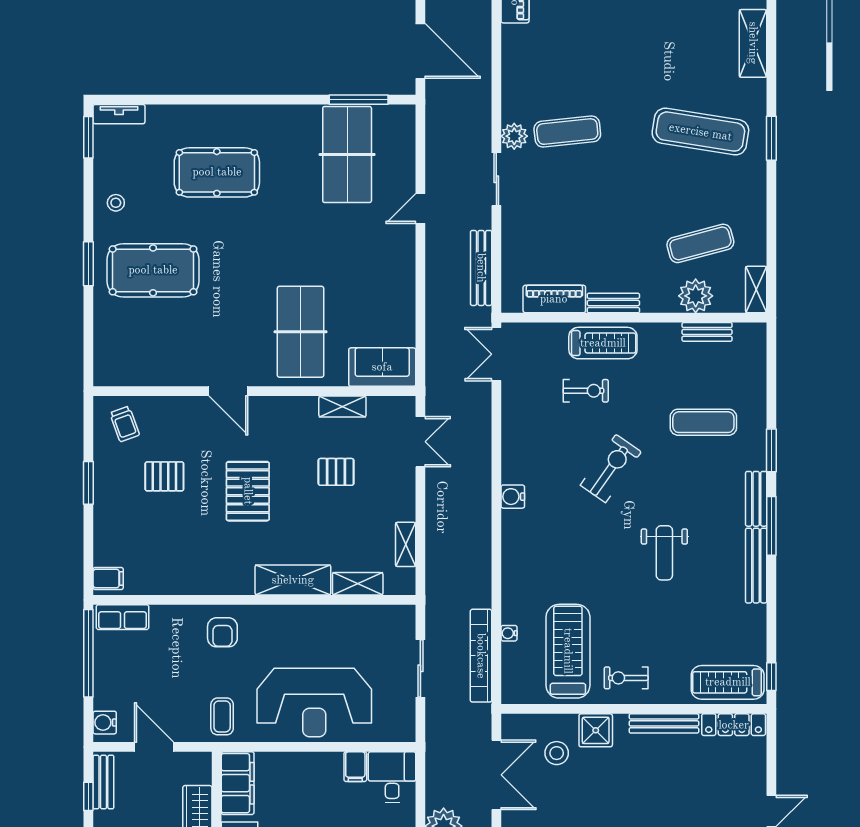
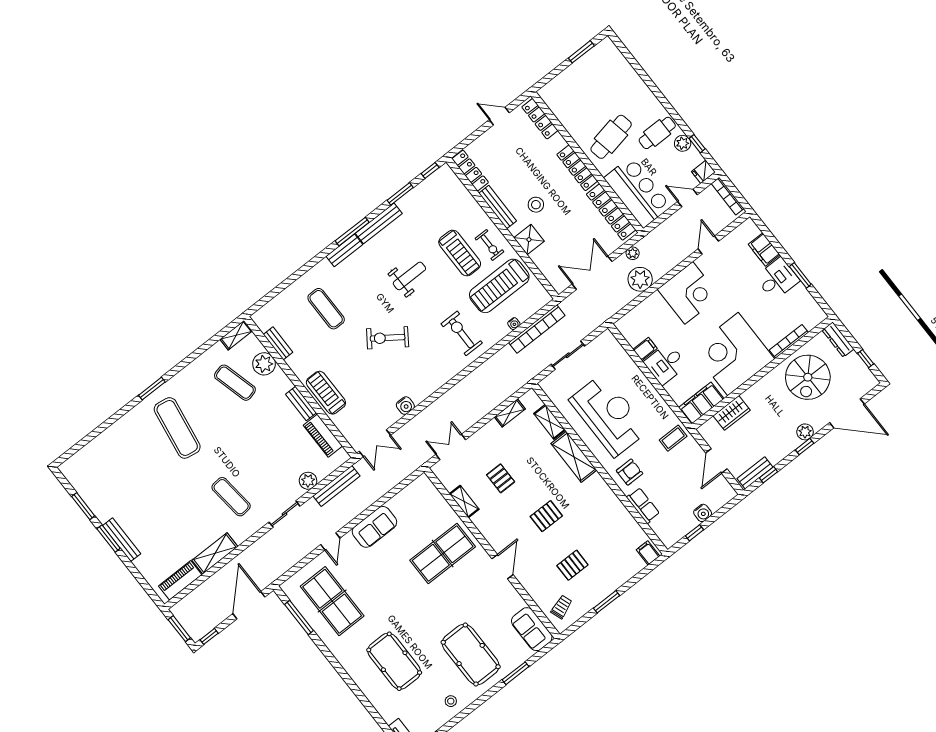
shelving: (753, 43) -> (215, 553), moved
plant: (514, 136) -> (308, 481), moved
table tennis table: (347, 155) -> (332, 601), turned 90
door: (420, 209) -> (330, 541), hinge flipped
window: (88, 264) -> (516, 673), moved
sofa: (126, 367) -> (532, 629), added
sofa: (382, 367) -> (374, 527), moved, turned -90
exercise bike: (586, 391) -> (462, 333), moved, width x1.38, depth x1.39
window: (771, 450) -> (400, 194), moved
pallet: (164, 476) -> (572, 565), turned 90
pallet: (248, 491) -> (546, 516), width x0.67, depth x0.71
water cooler: (513, 497) -> (405, 406), moved
row of seats: (123, 617) -> (643, 505), moved
window: (88, 653) -> (695, 533), width x0.32
treadmill: (728, 682) -> (460, 253), moved
reception desk: (314, 703) -> (609, 415), moved
water cooler: (105, 723) -> (703, 513), moved
stool: (557, 753) -> (536, 205), moved
desk: (392, 777) -> (665, 364), moved

